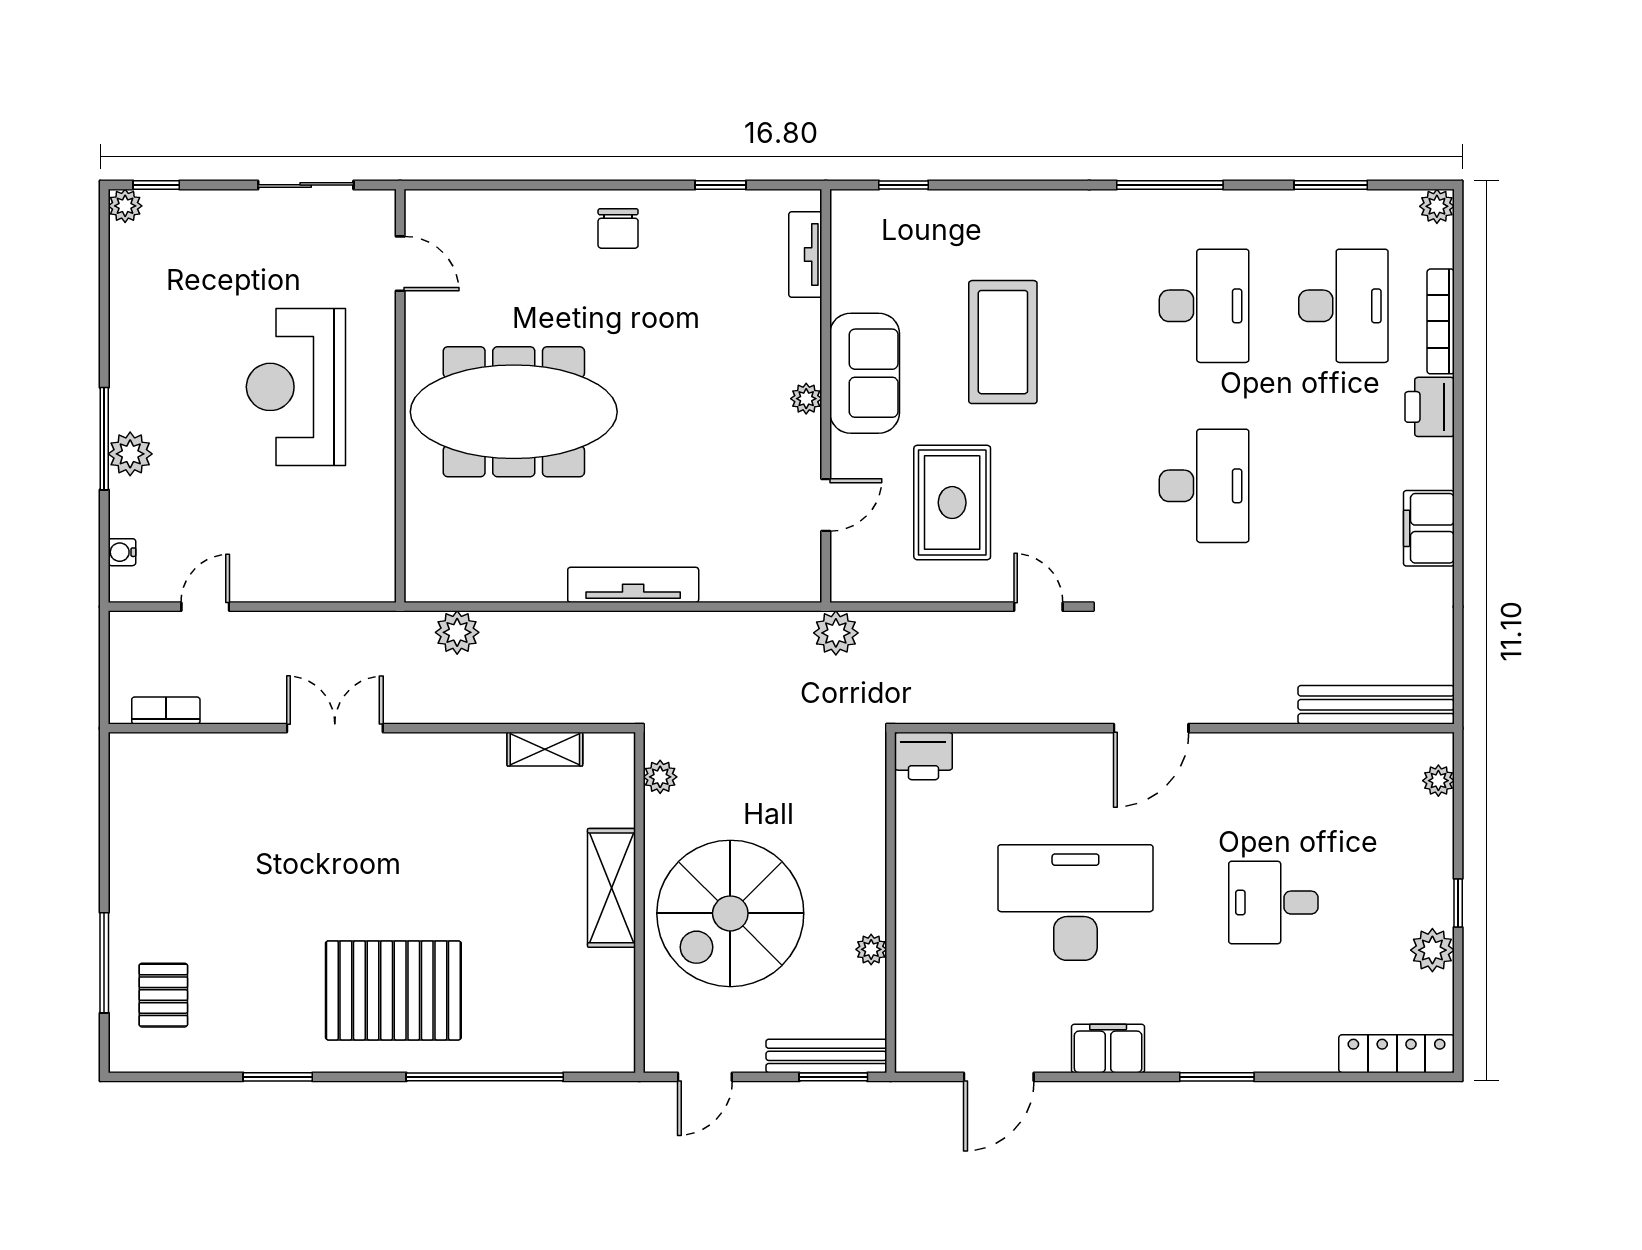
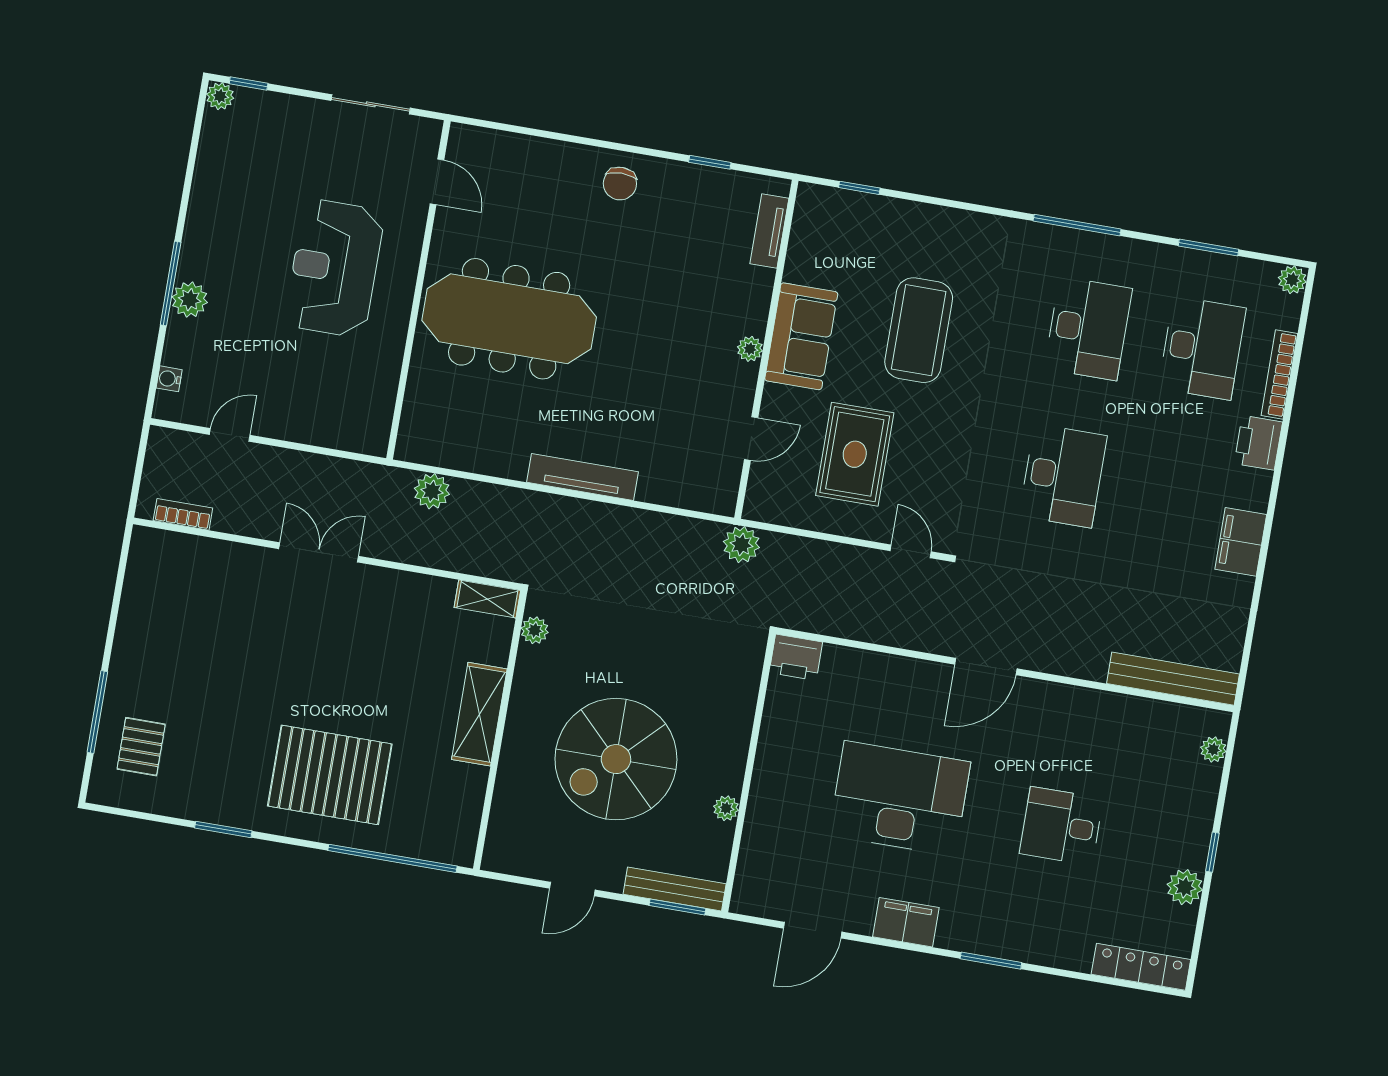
plant: (660, 777) -> (535, 630), moved
shelving: (611, 888) -> (479, 714), moved
wall: (639, 903) -> (500, 730), moved

